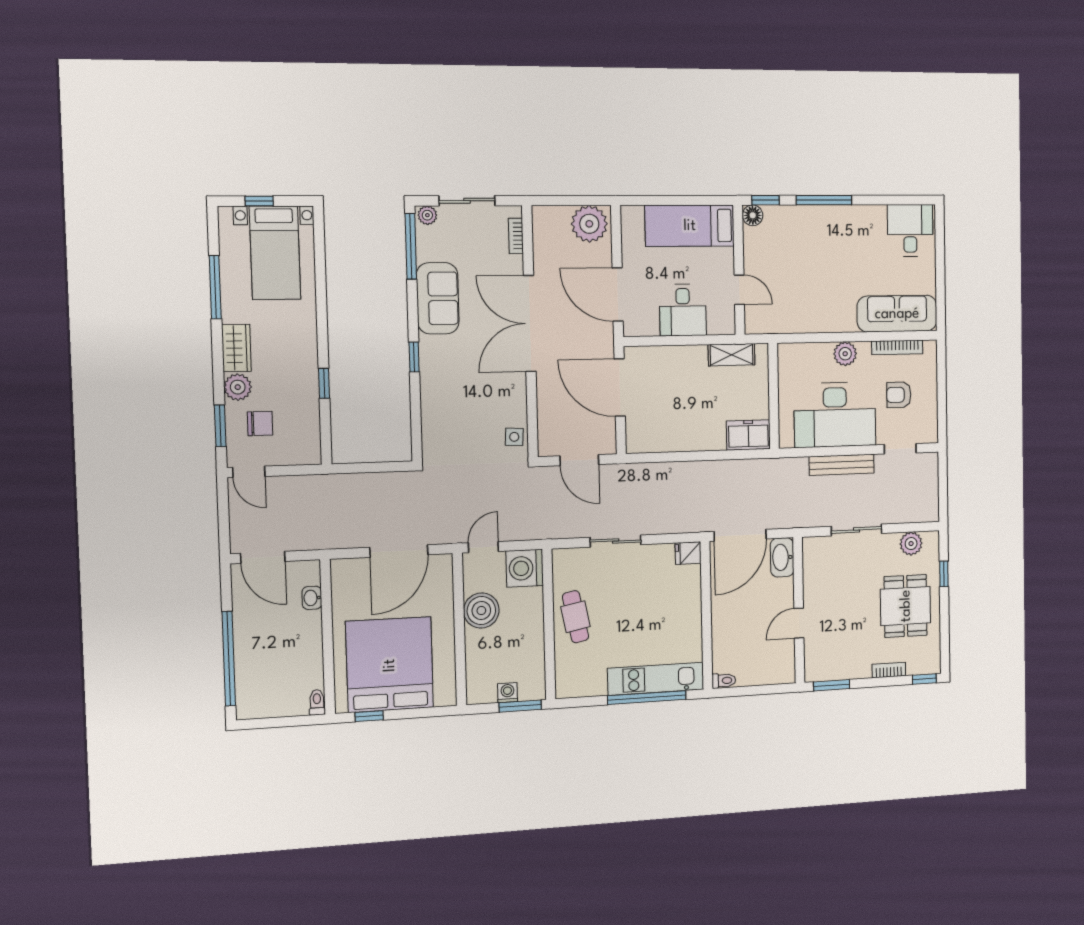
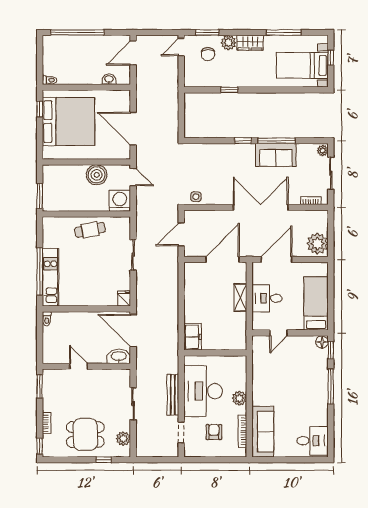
window: (411, 246) -> (276, 141), moved
shelving: (732, 355) -> (240, 297), moved
washing machine: (507, 693) -> (48, 189), removed

